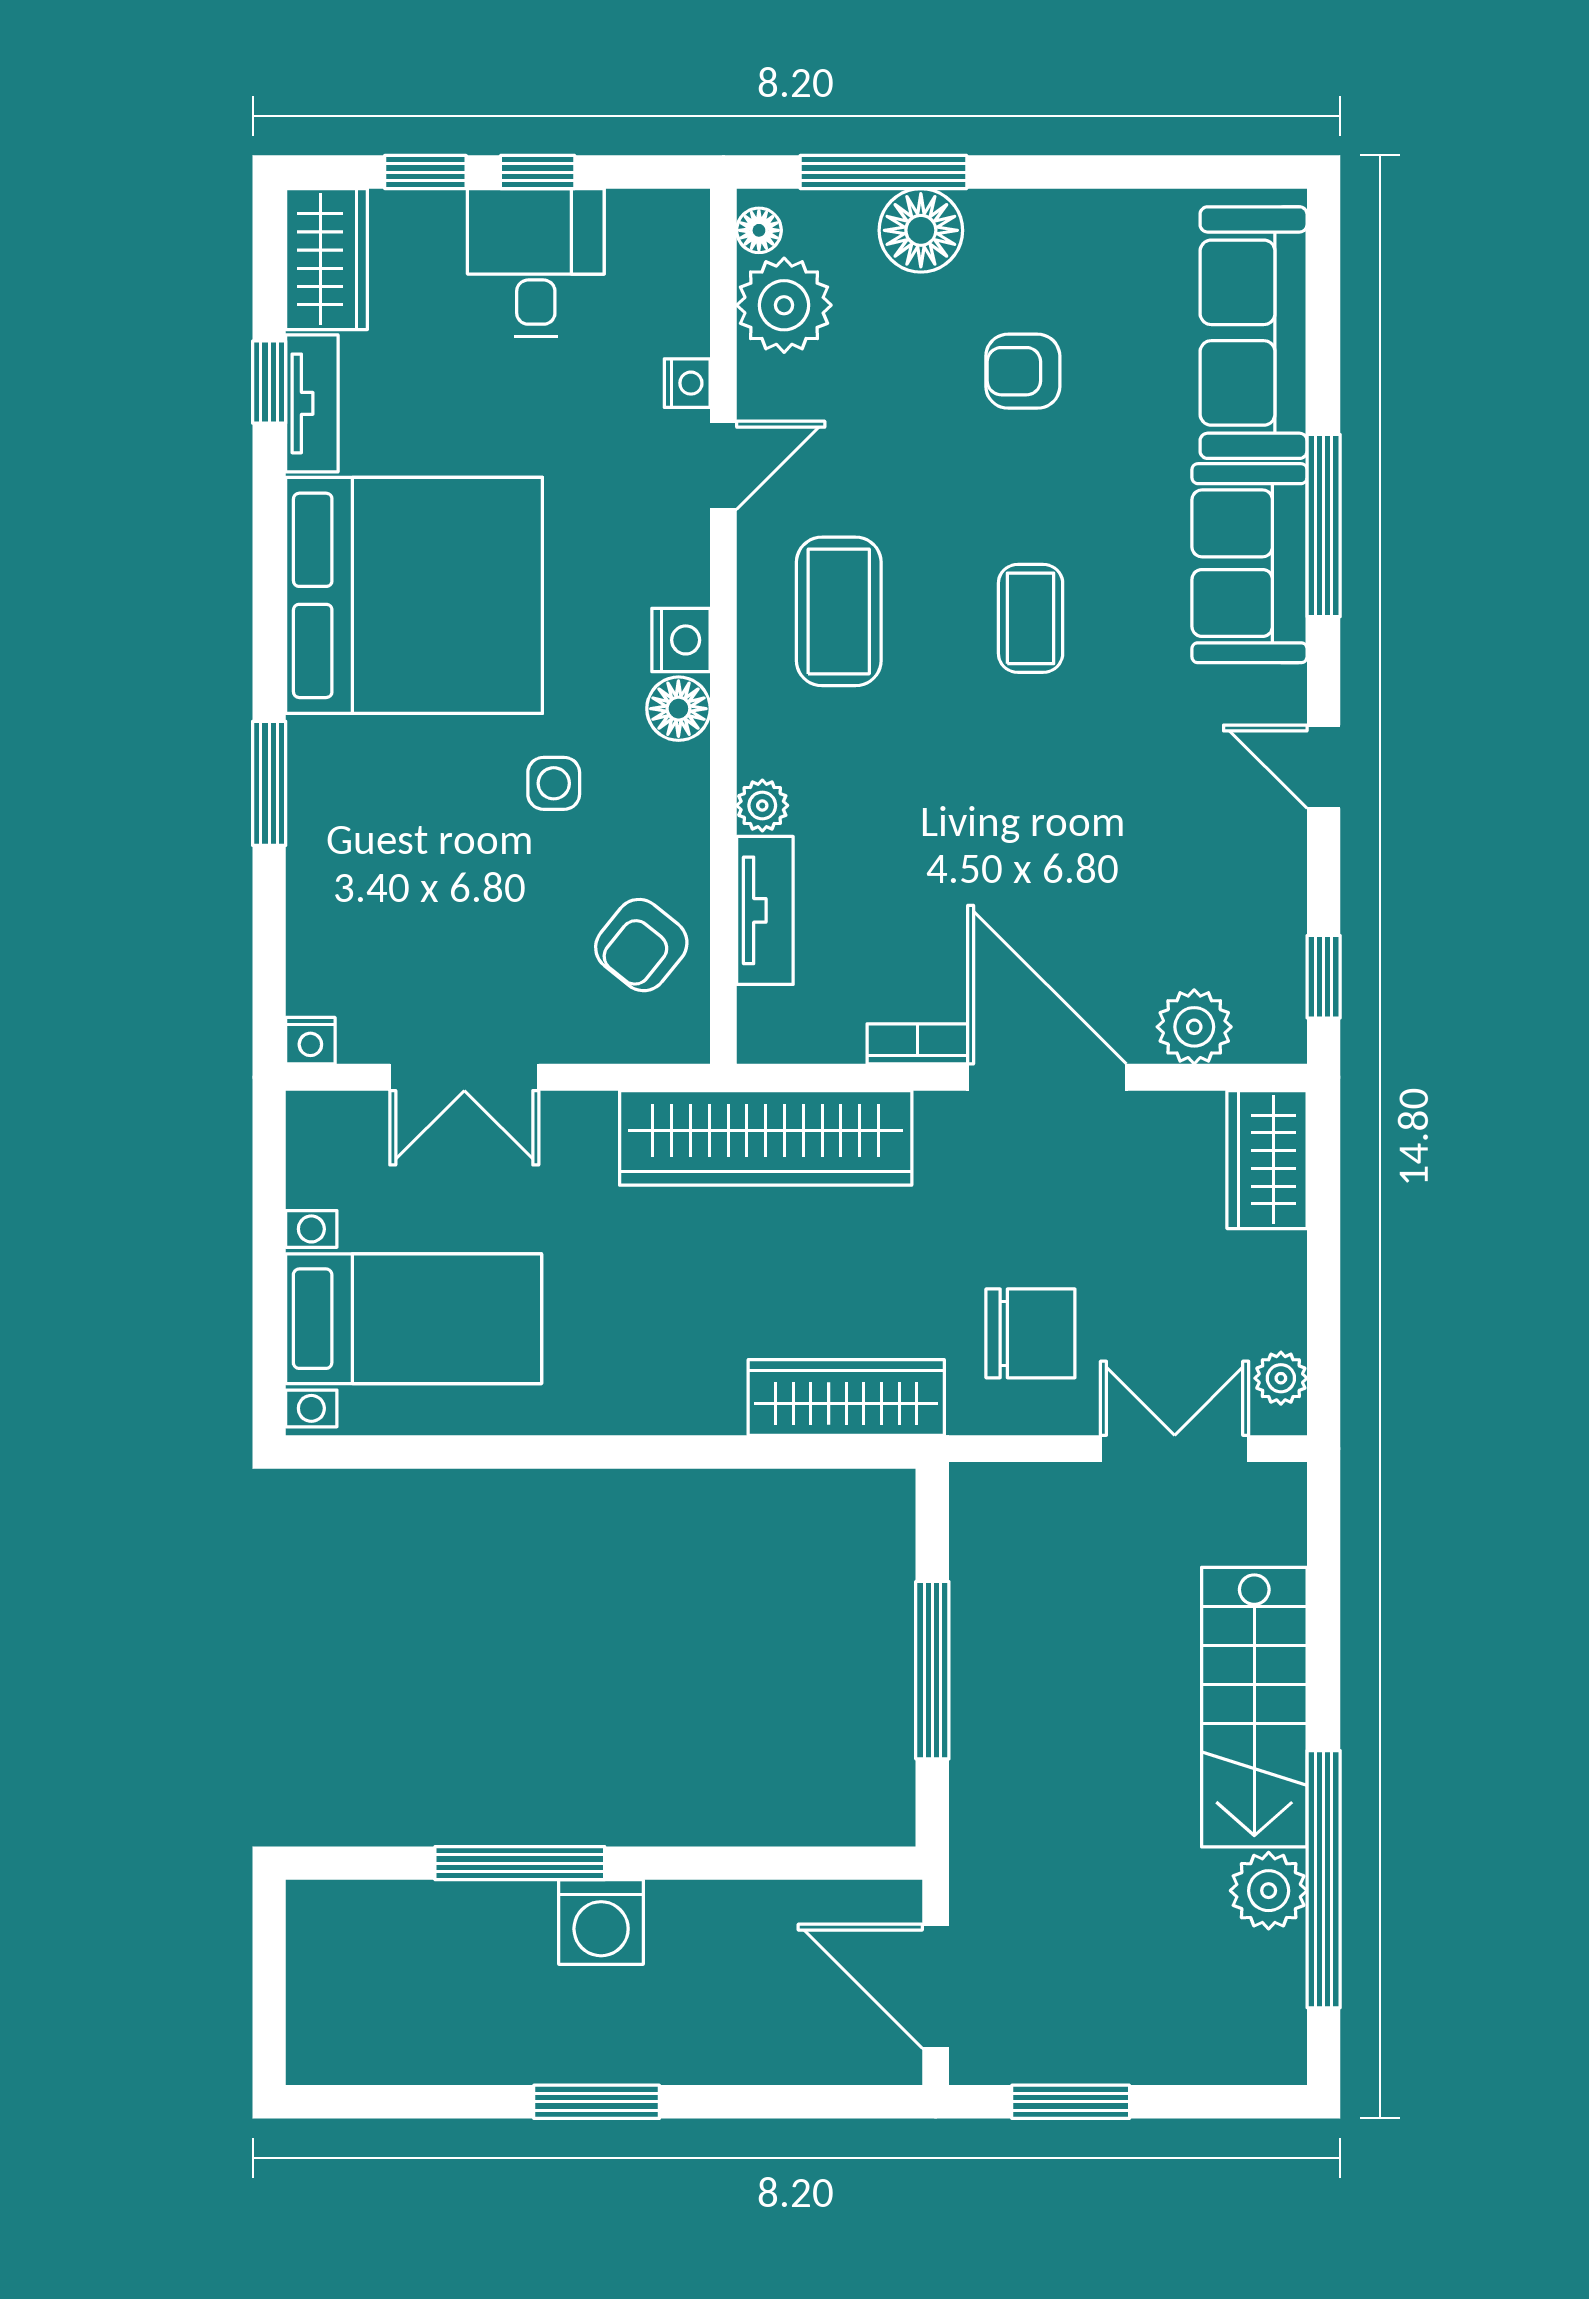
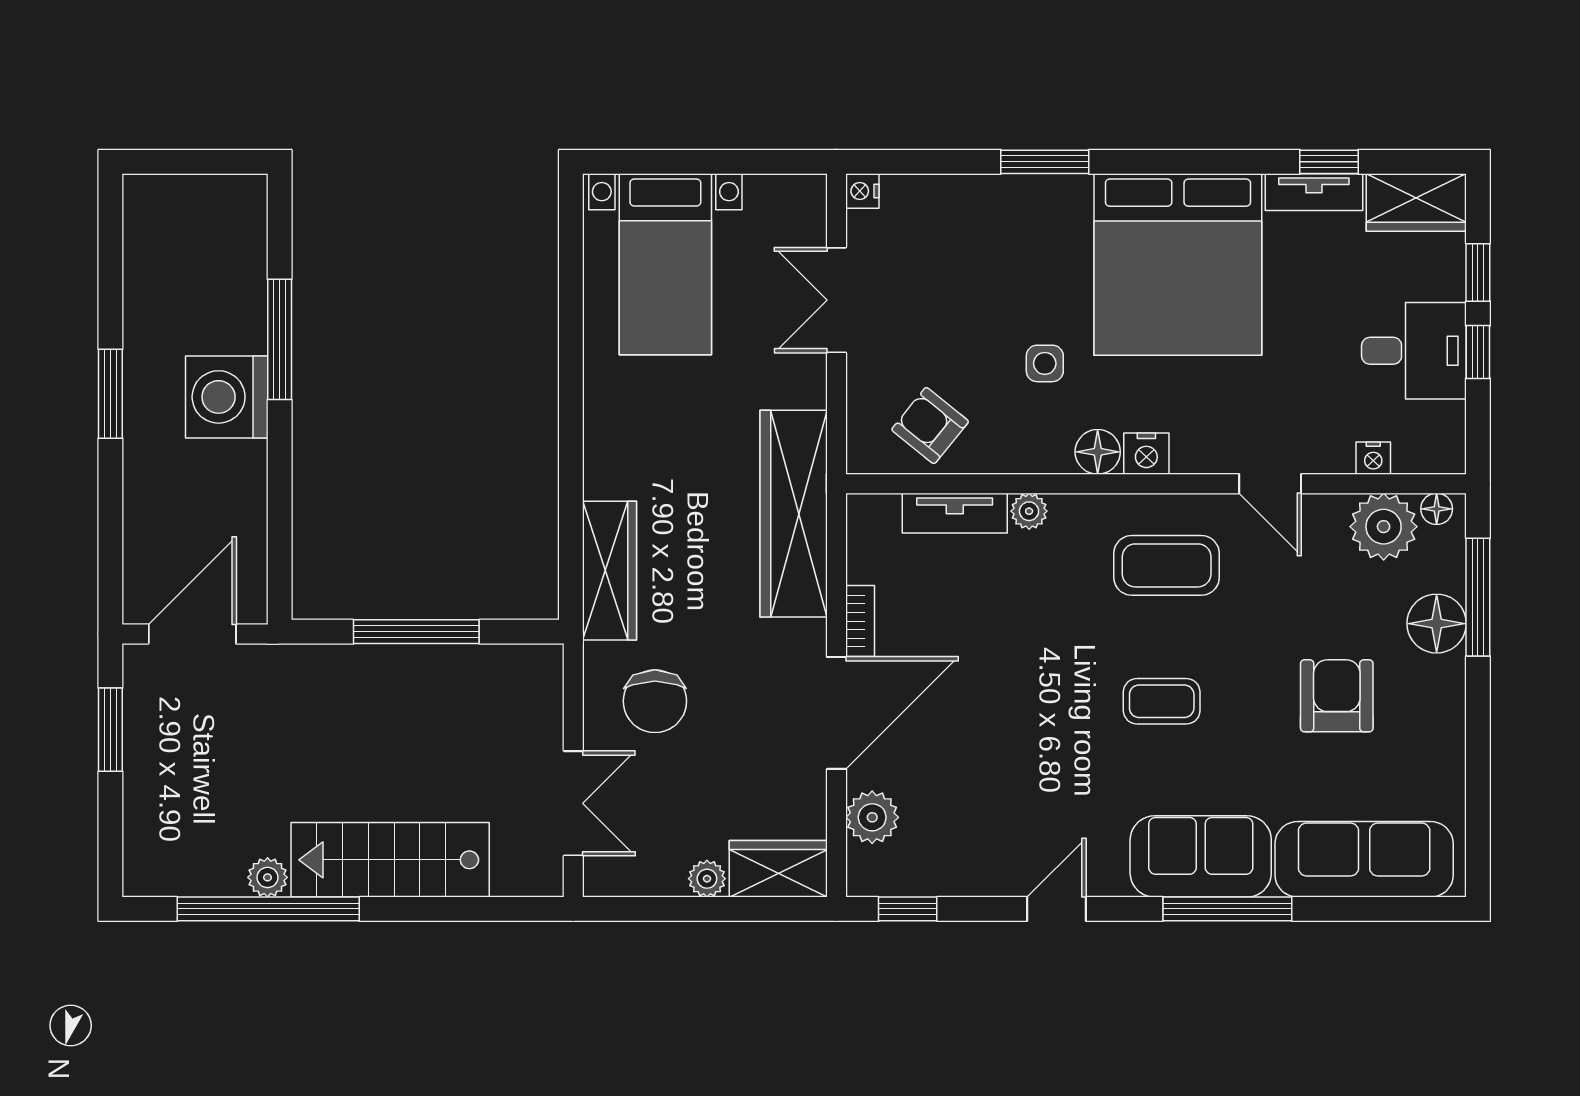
armchair: (1023, 371) -> (1337, 696), width x1.38, depth x1.38
nightstand: (687, 383) -> (1373, 458), moved
plant: (1281, 1378) -> (707, 879), moved
plant: (1269, 1891) -> (268, 877), width x0.73, depth x0.73
washing machine: (601, 1922) -> (227, 397), width x1.37, depth x1.37

